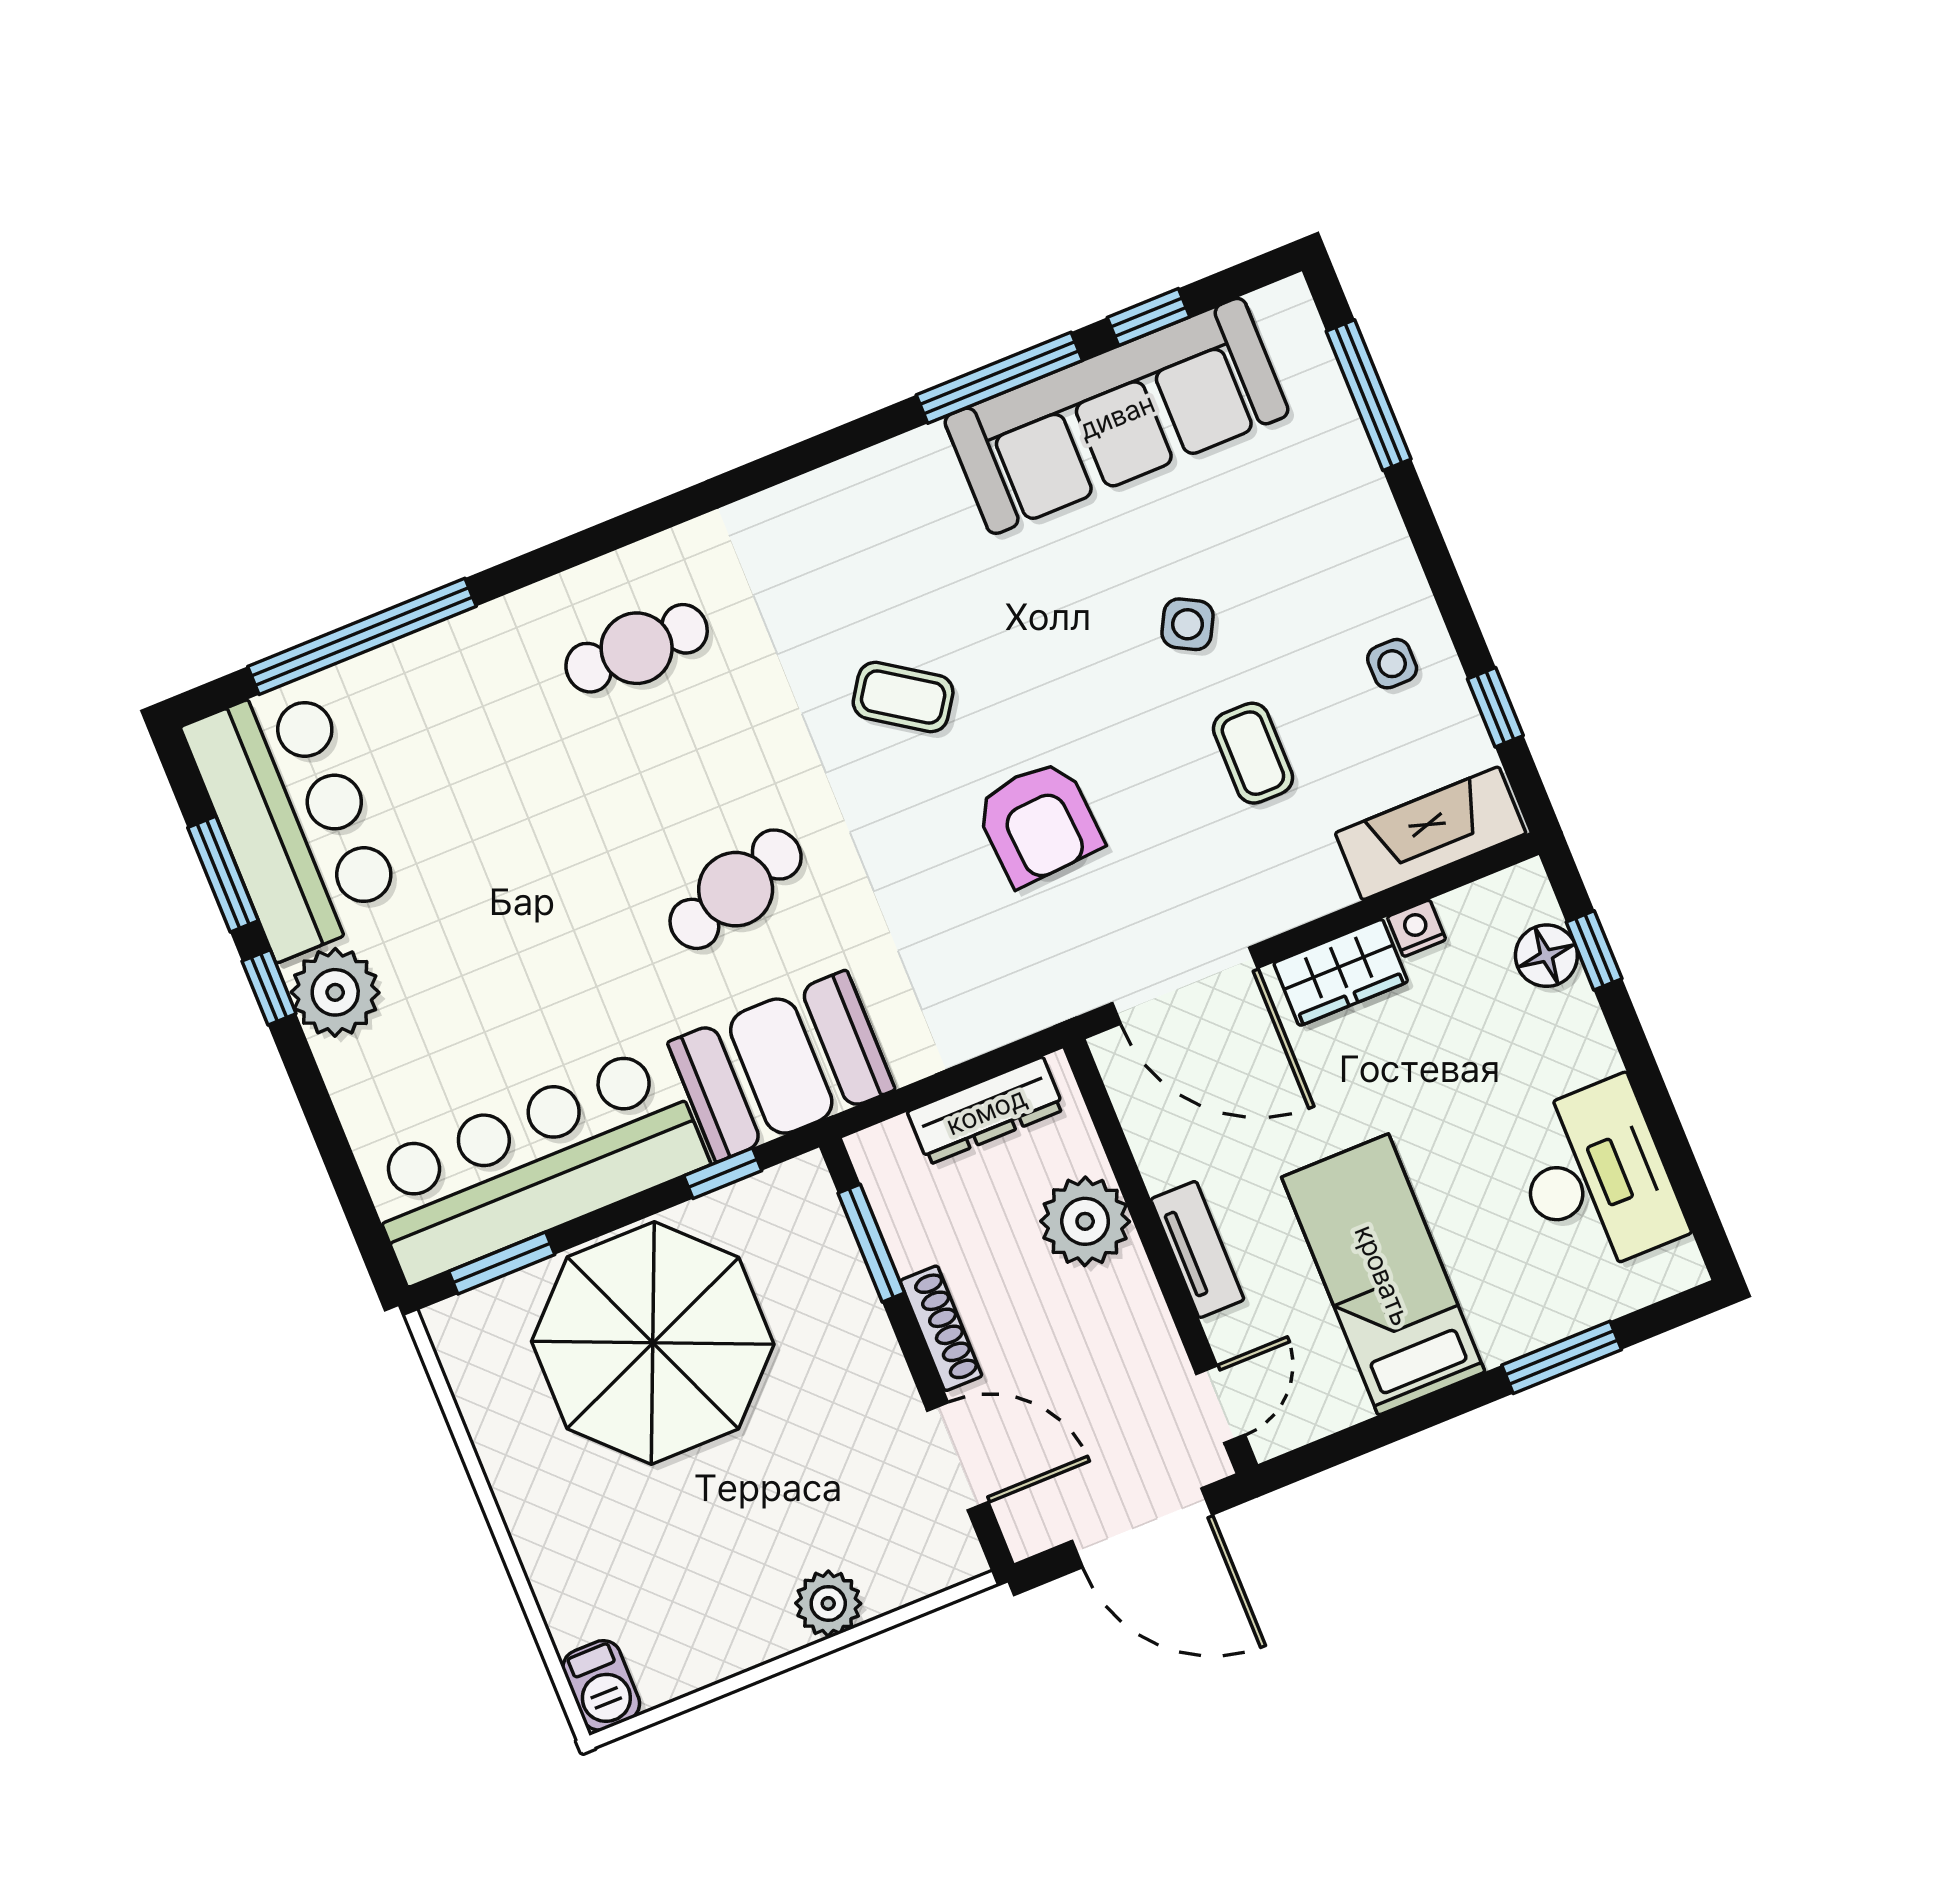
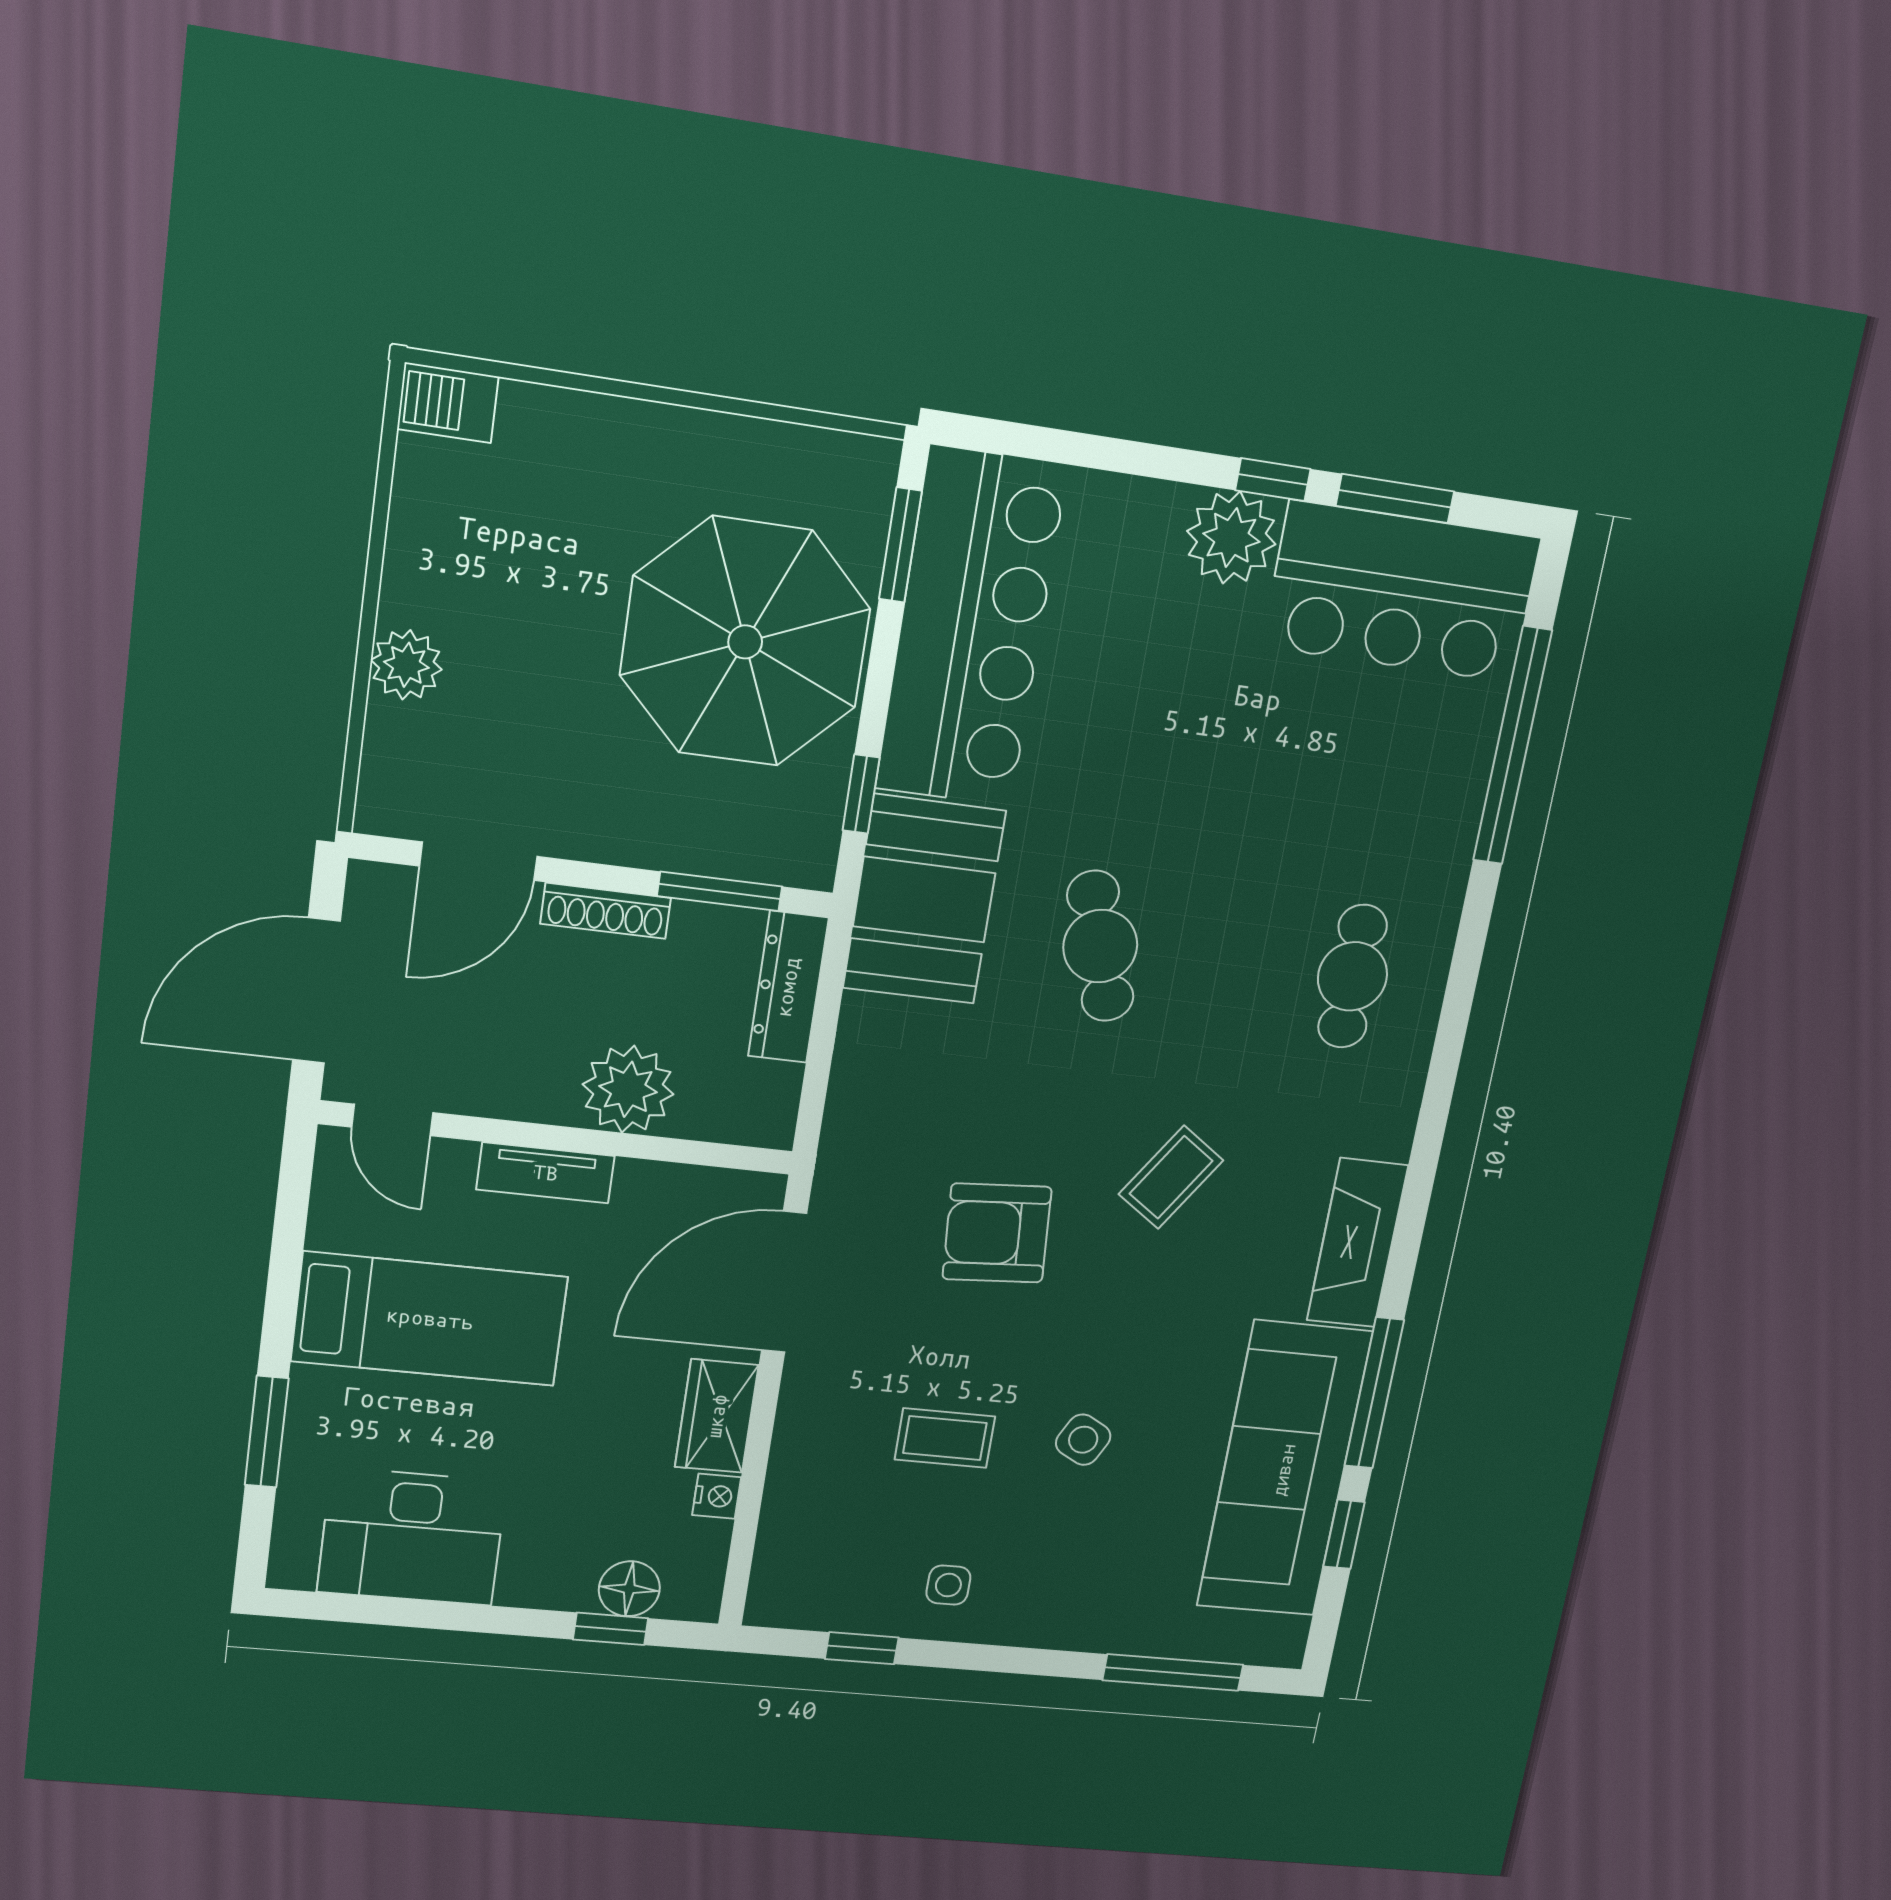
fireplace: (1431, 833) -> (1357, 1243), moved, turned 180
dresser: (986, 1111) -> (788, 987), moved

